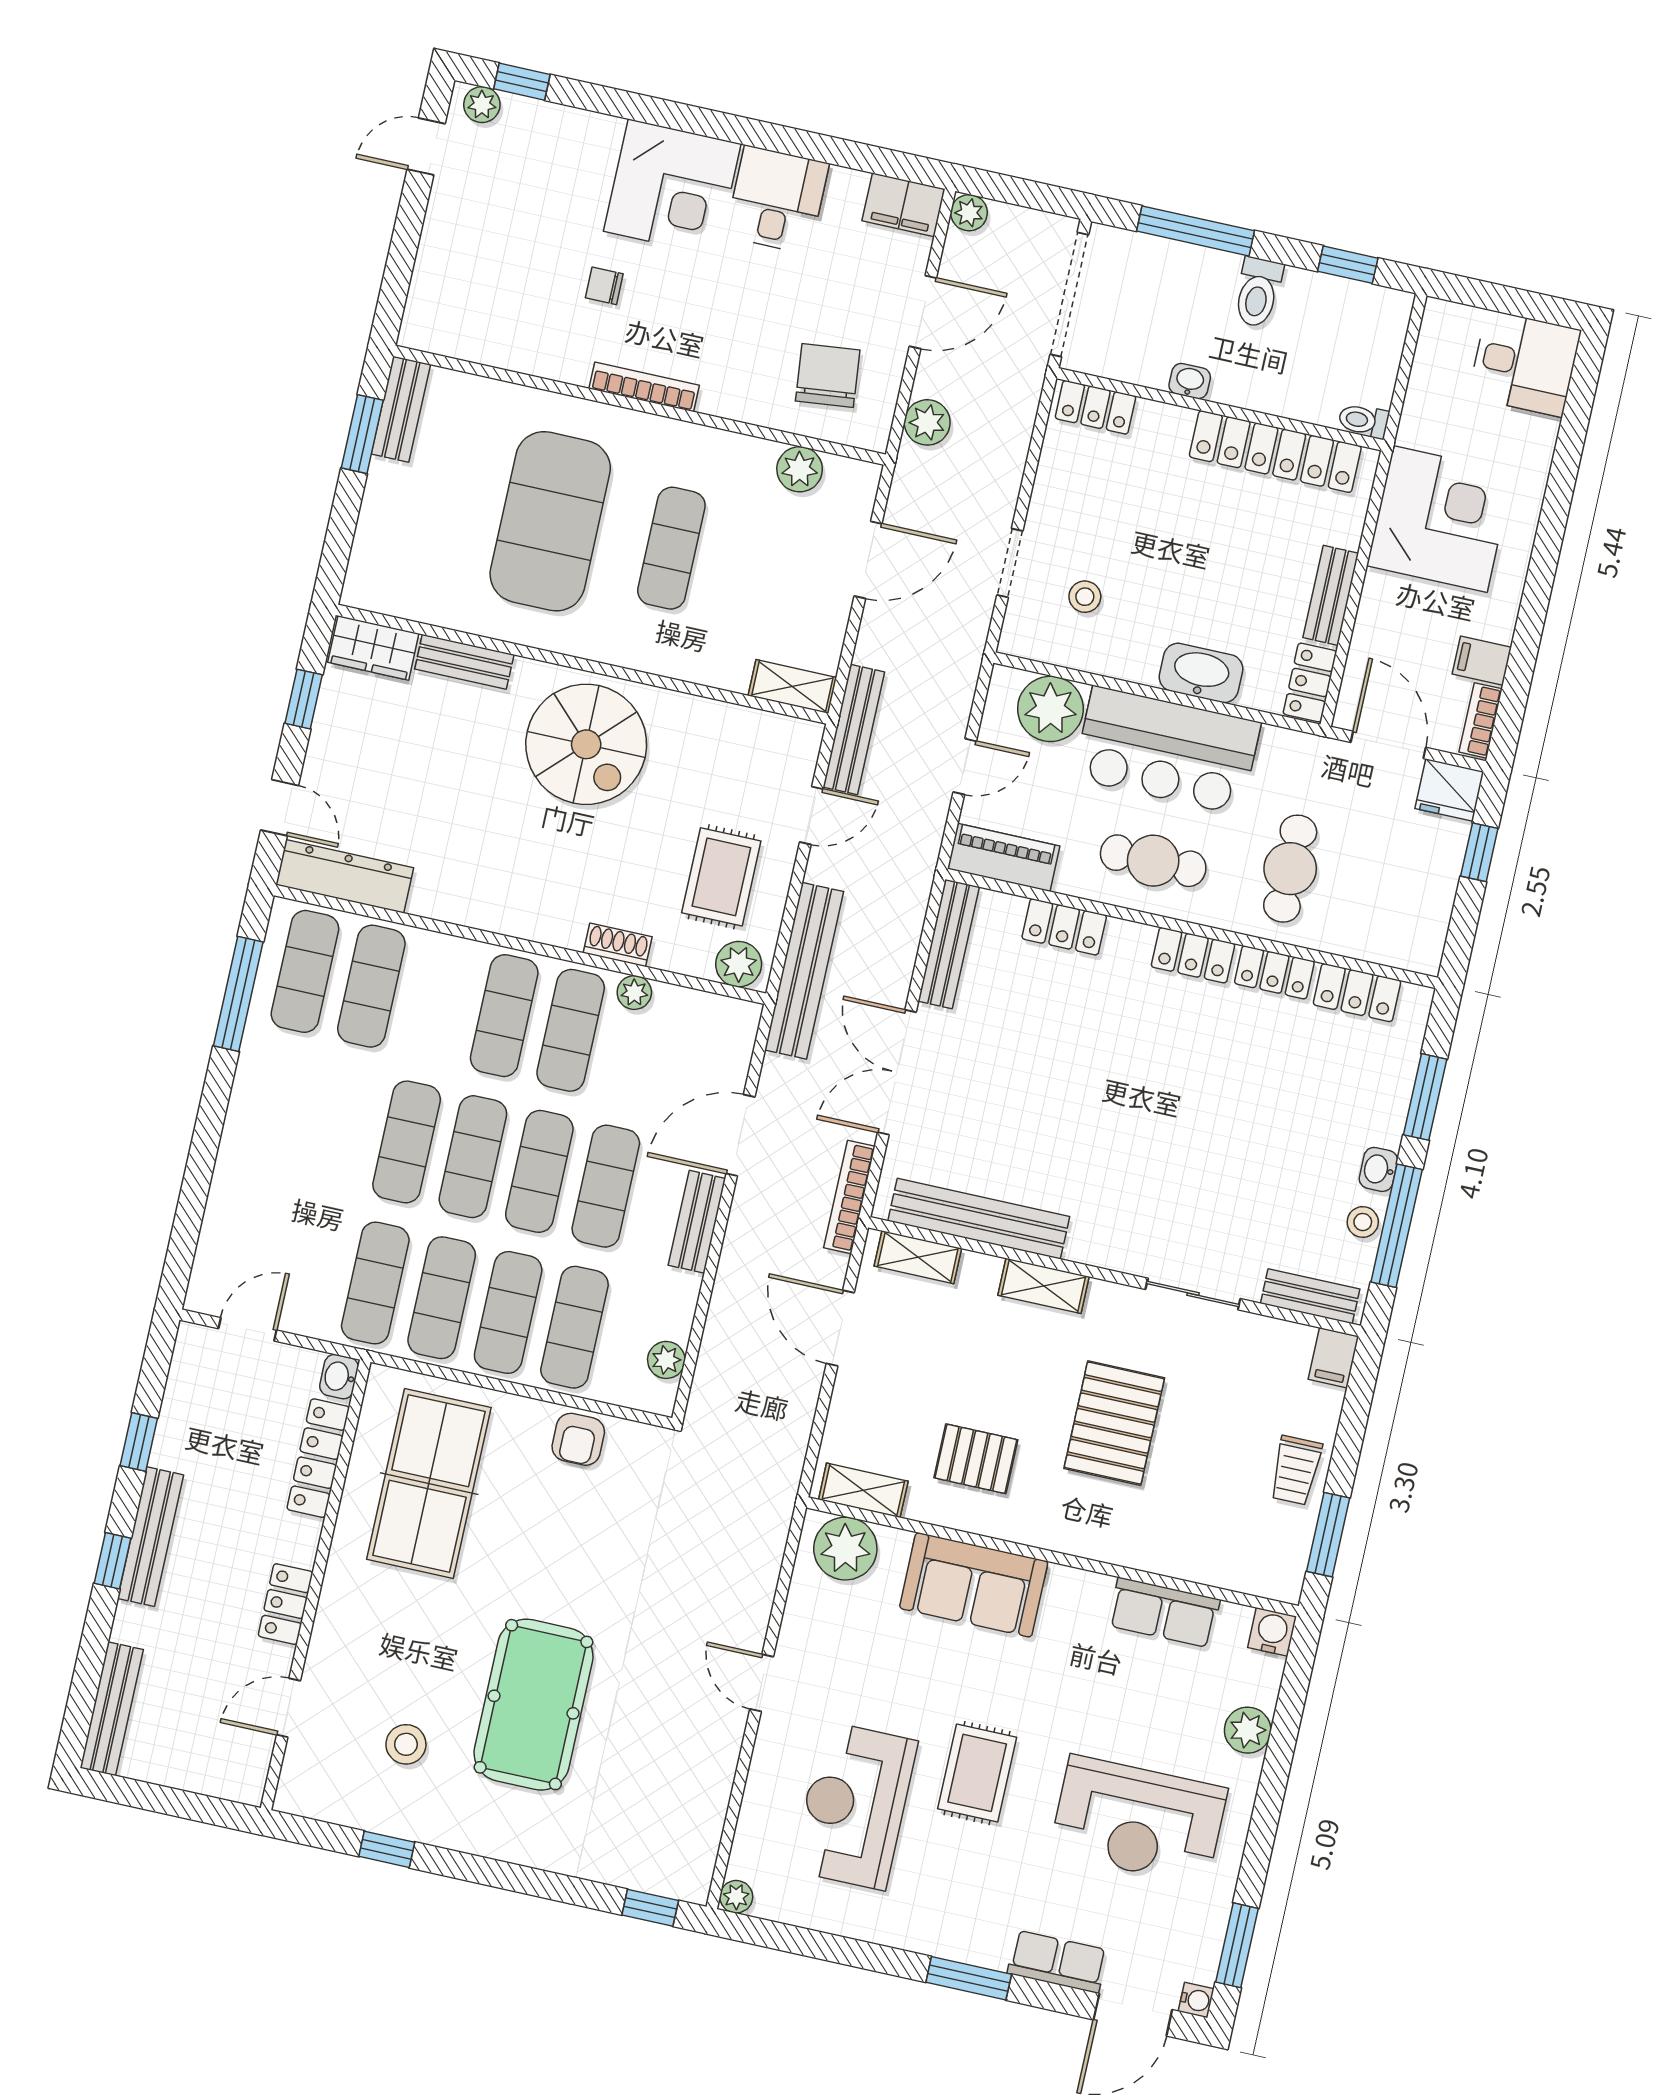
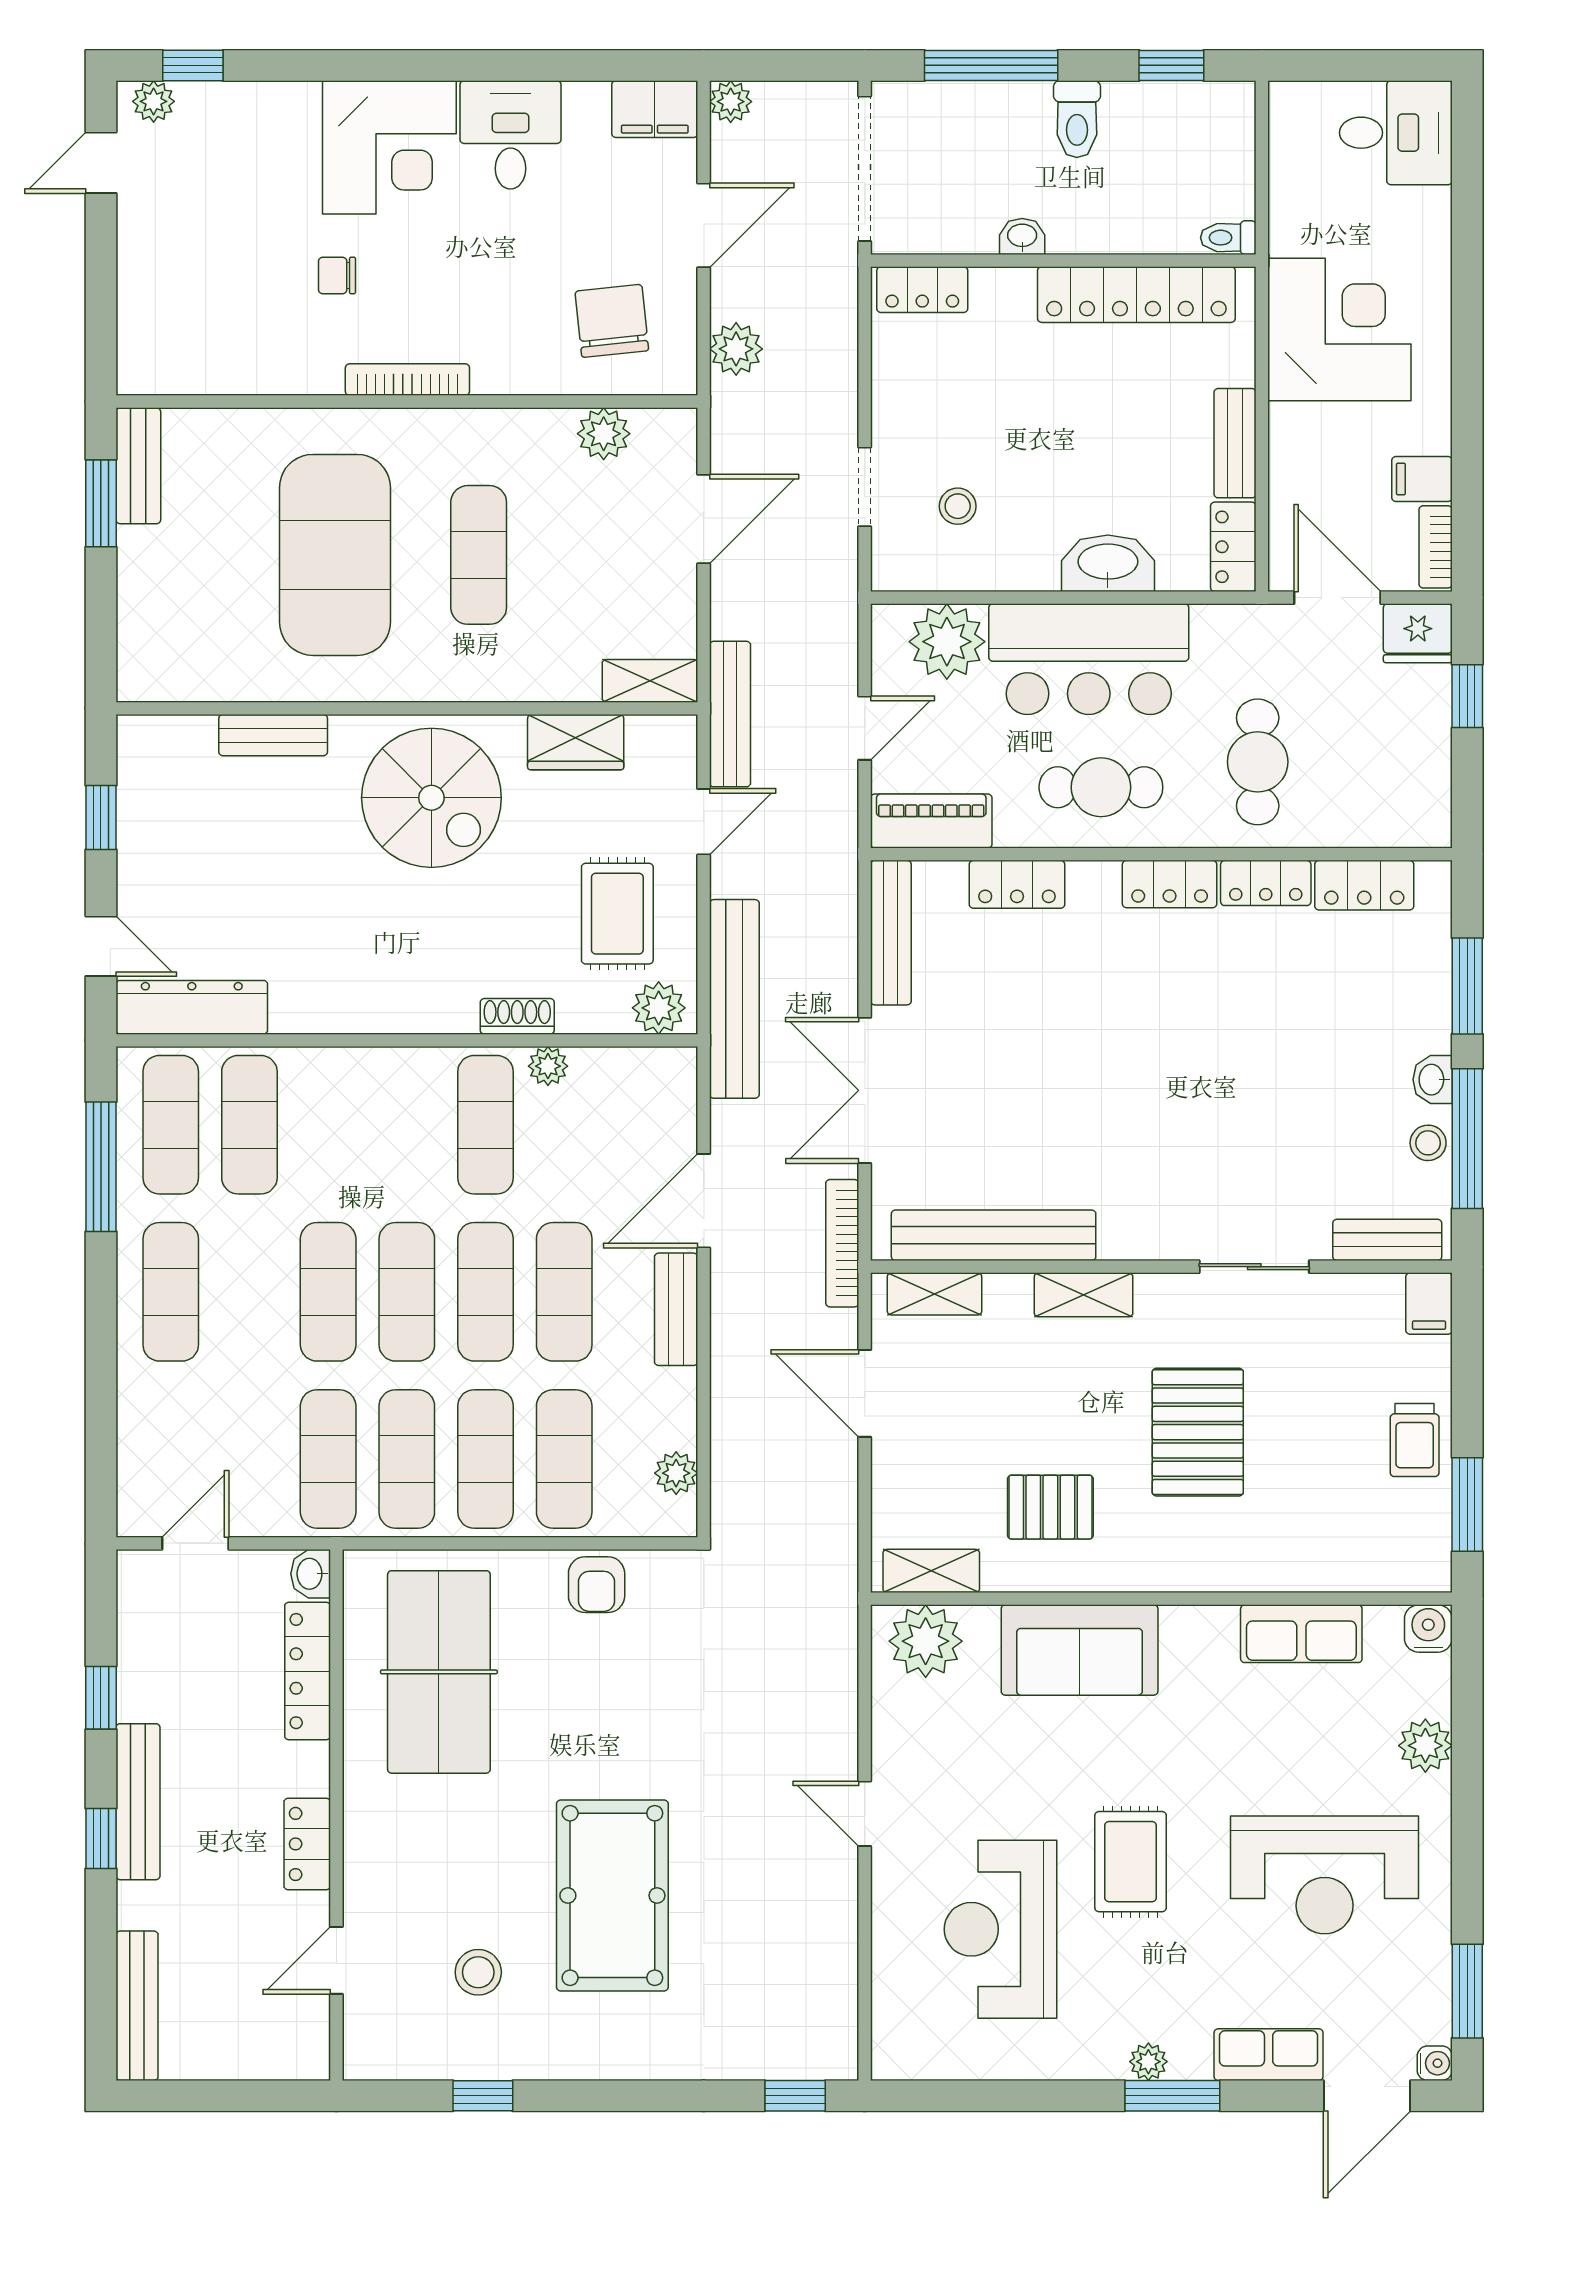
wardrobe: (373, 648) -> (576, 742), moved
exercise mat: (504, 1016) -> (171, 1292), moved
plant: (736, 1897) -> (1148, 2062), moved

